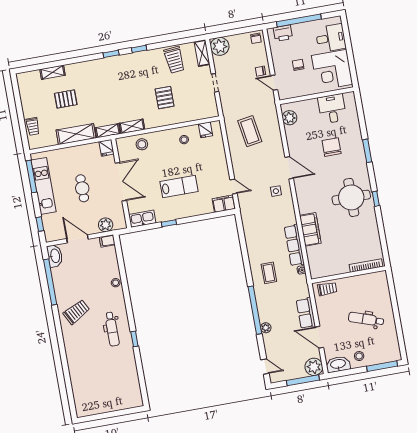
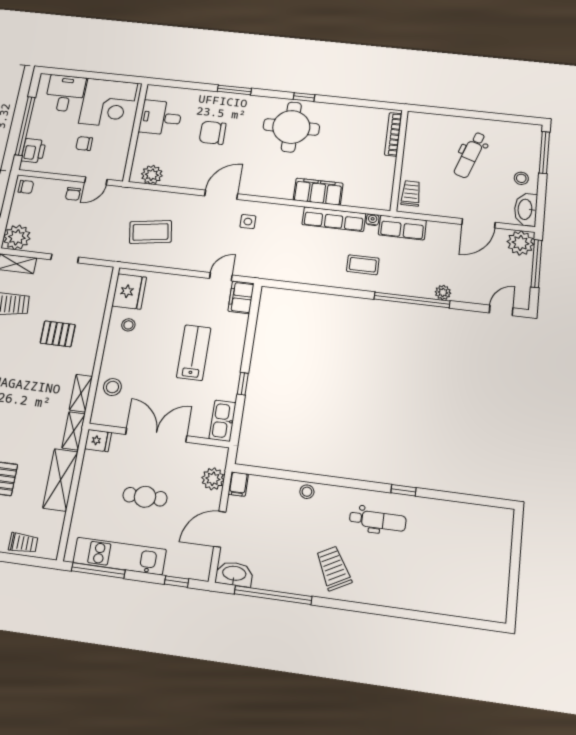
fridge: (205, 130) -> (129, 292), width x1.88, depth x1.34
row of seats: (306, 313) -> (402, 228), moved

